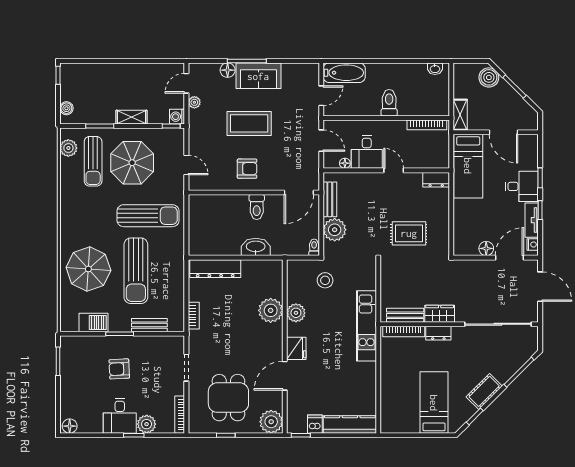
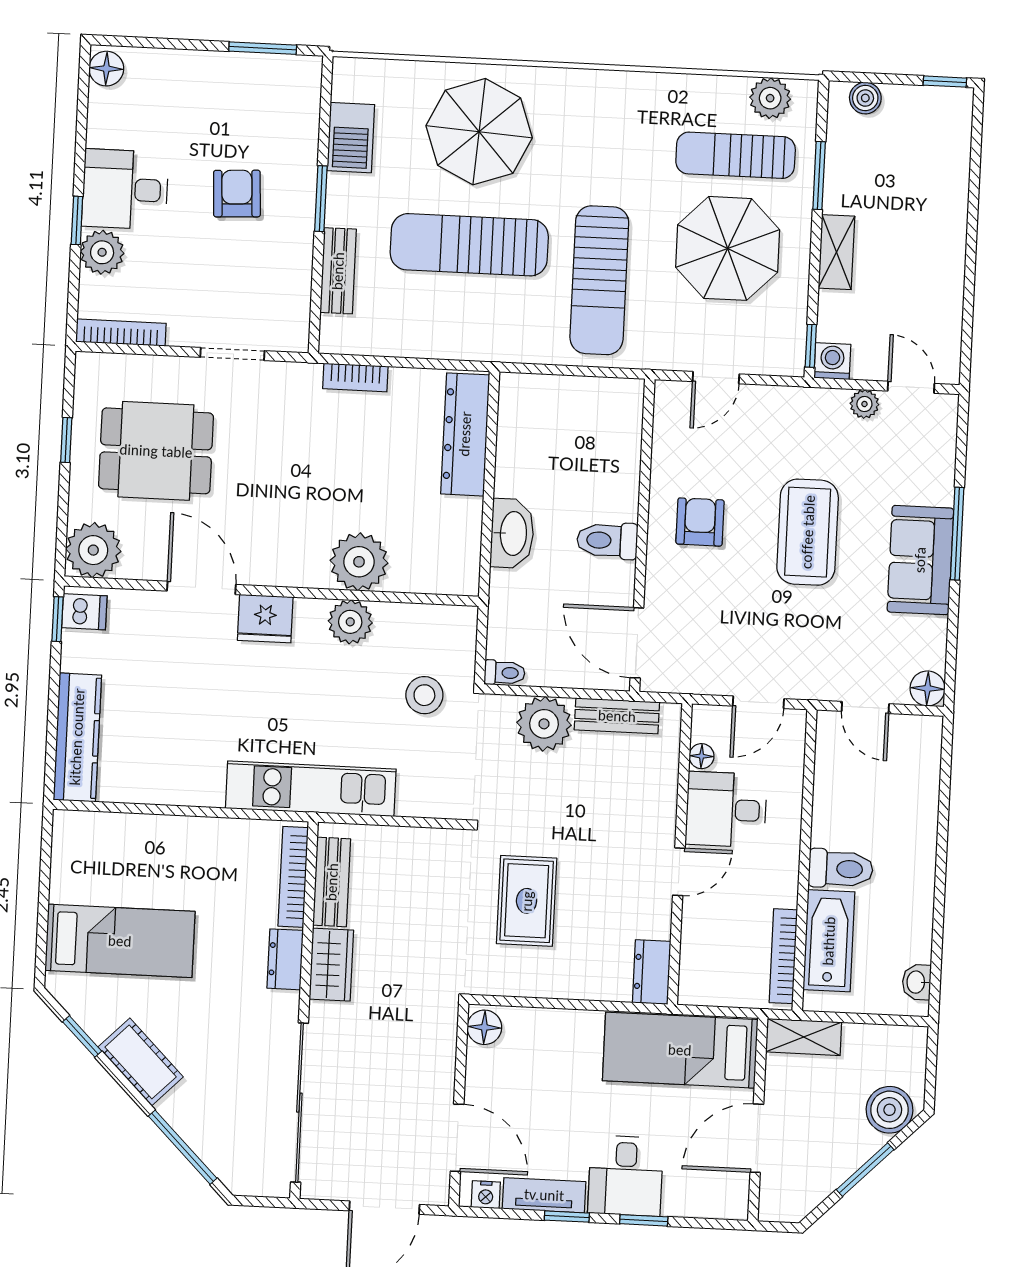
floor lamp: (228, 70) -> (928, 688), moved
bathtub: (344, 73) -> (829, 941), moved, turned 180
armchair: (247, 169) -> (700, 522), turned 180
floor lamp: (486, 248) -> (484, 1027), moved
dishwasher: (315, 424) -> (84, 612), moved

